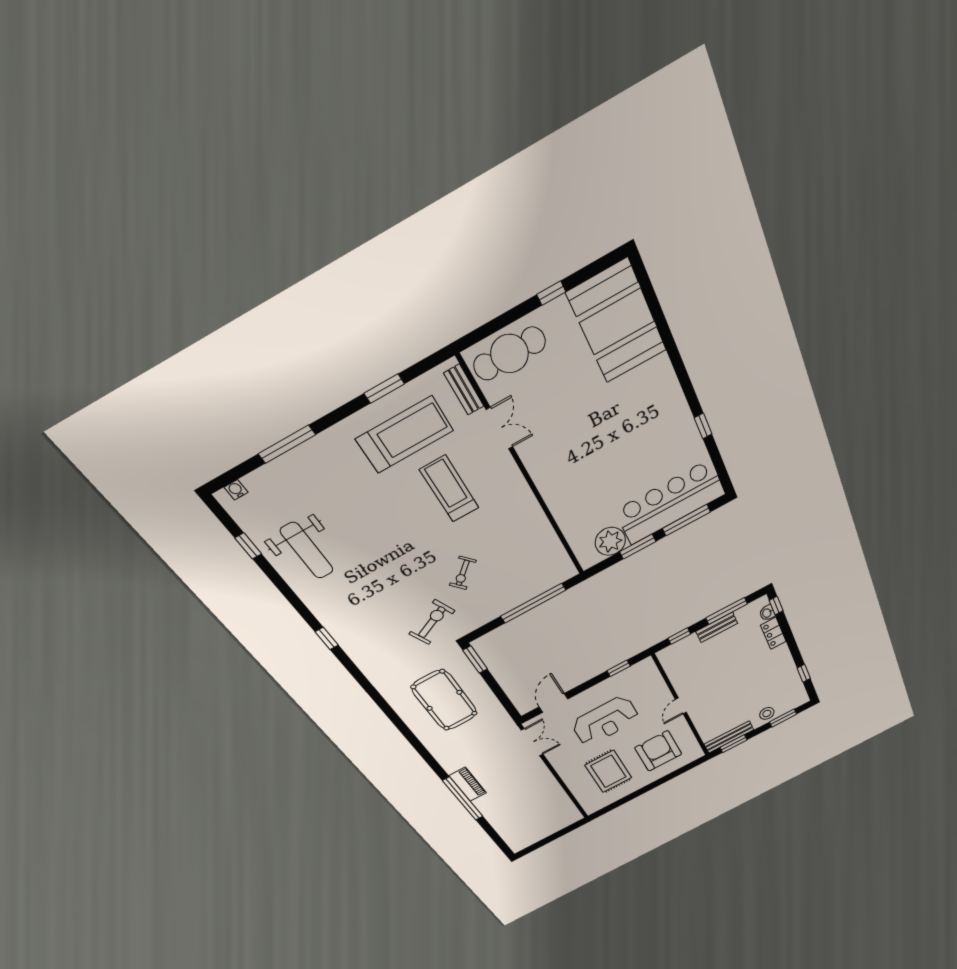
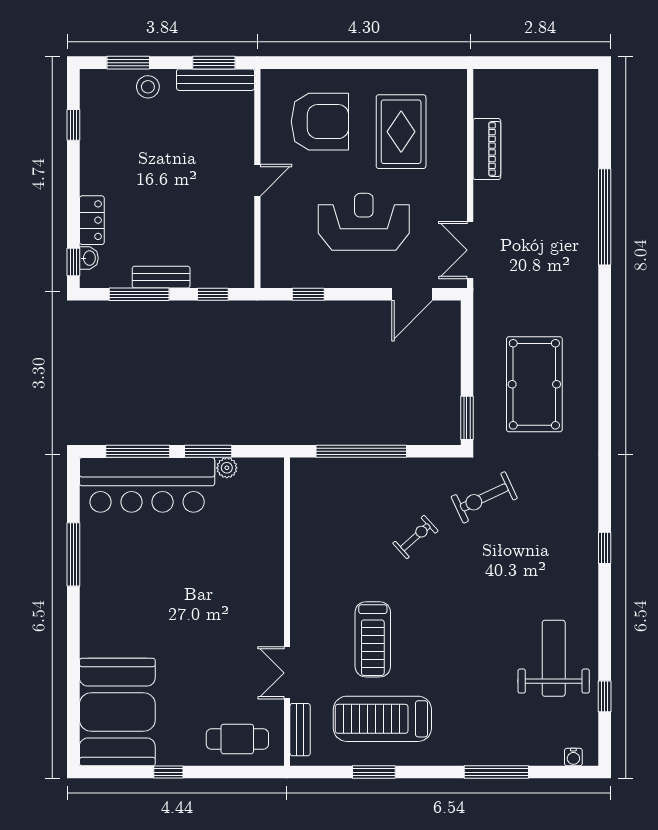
cafe table: (510, 354) -> (237, 739), width x0.73, depth x0.74
window: (703, 426) -> (73, 554), width x2.17
plant: (610, 541) -> (227, 468), width x0.53, depth x0.53
armchair: (658, 751) -> (320, 122), turned -90
piano: (468, 784) -> (487, 149), moved, turned 180

